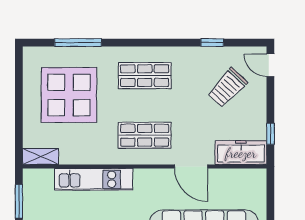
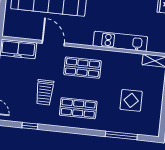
trolley: (227, 88) -> (45, 92), moved, turned 138
display table: (69, 95) -> (131, 100), width x0.54, depth x0.54

